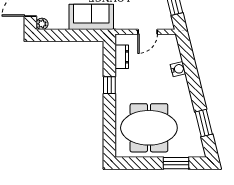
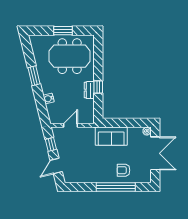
dresser: (122, 57) -> (89, 90), moved
window: (204, 123) -> (34, 76), moved
window: (176, 163) -> (63, 31), moved

